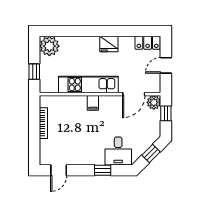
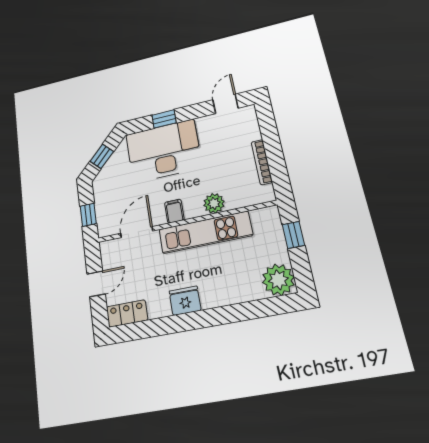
plant: (154, 102) -> (214, 203), moved
filing cabinet: (93, 103) -> (174, 211), moved
desk: (118, 151) -> (164, 151), width x1.87, depth x1.30

